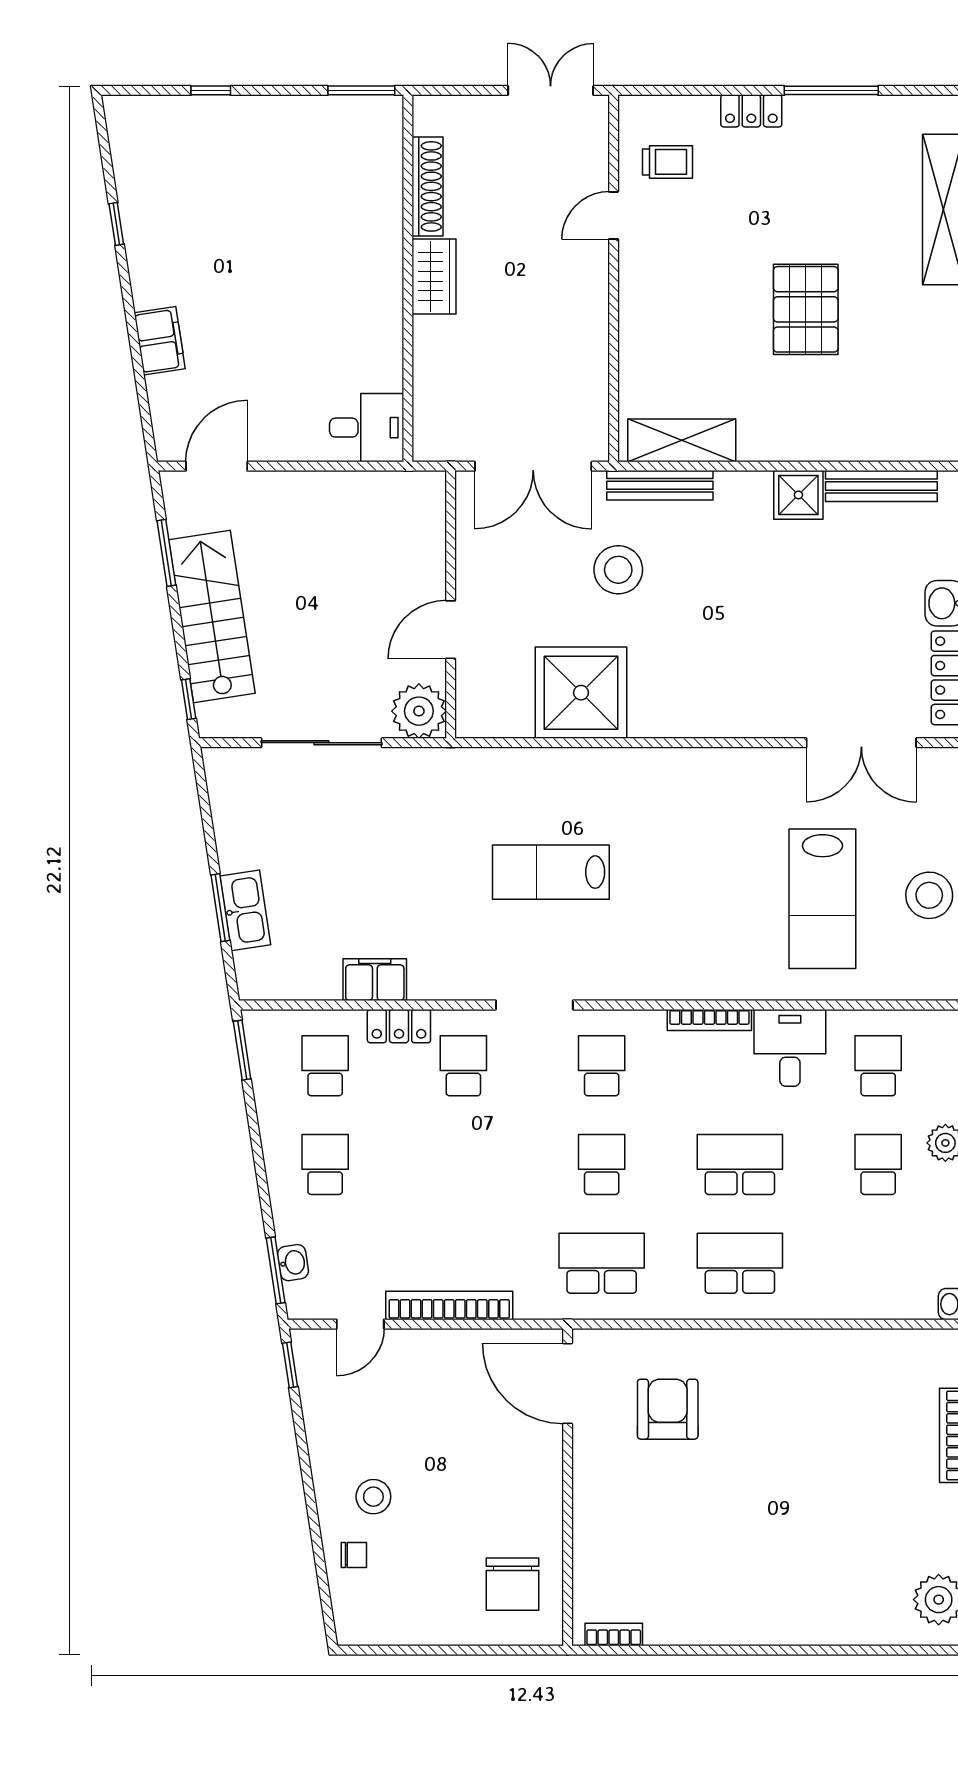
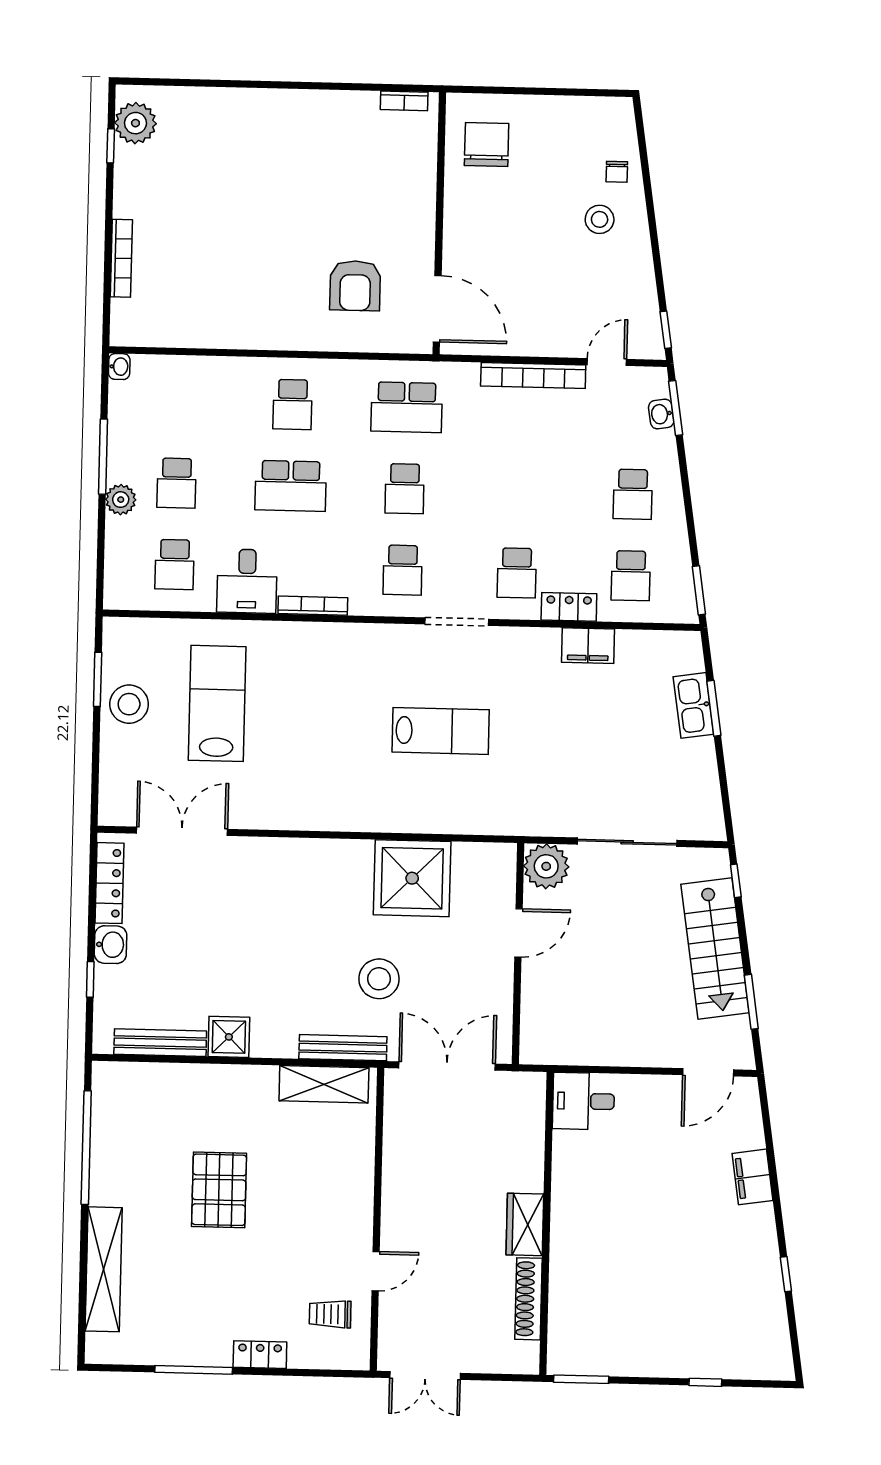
school desk: (740, 1263) -> (293, 404), width x0.54
chair: (354, 1555) -> (617, 172), turned -90

